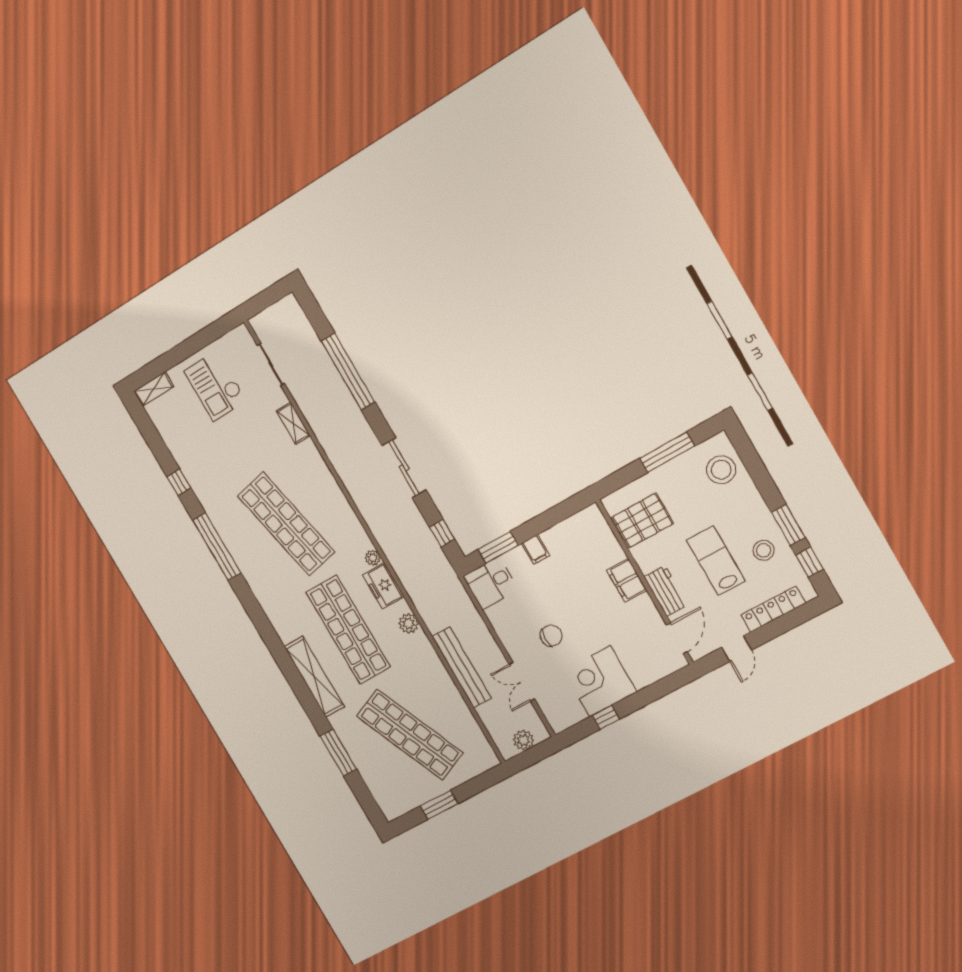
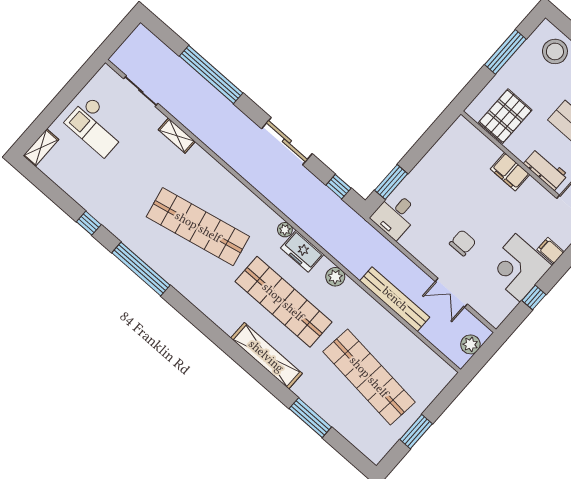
filing cabinet: (536, 549) -> (551, 251), moved, turned 180
shop shelf: (410, 735) -> (369, 377), turned 30

